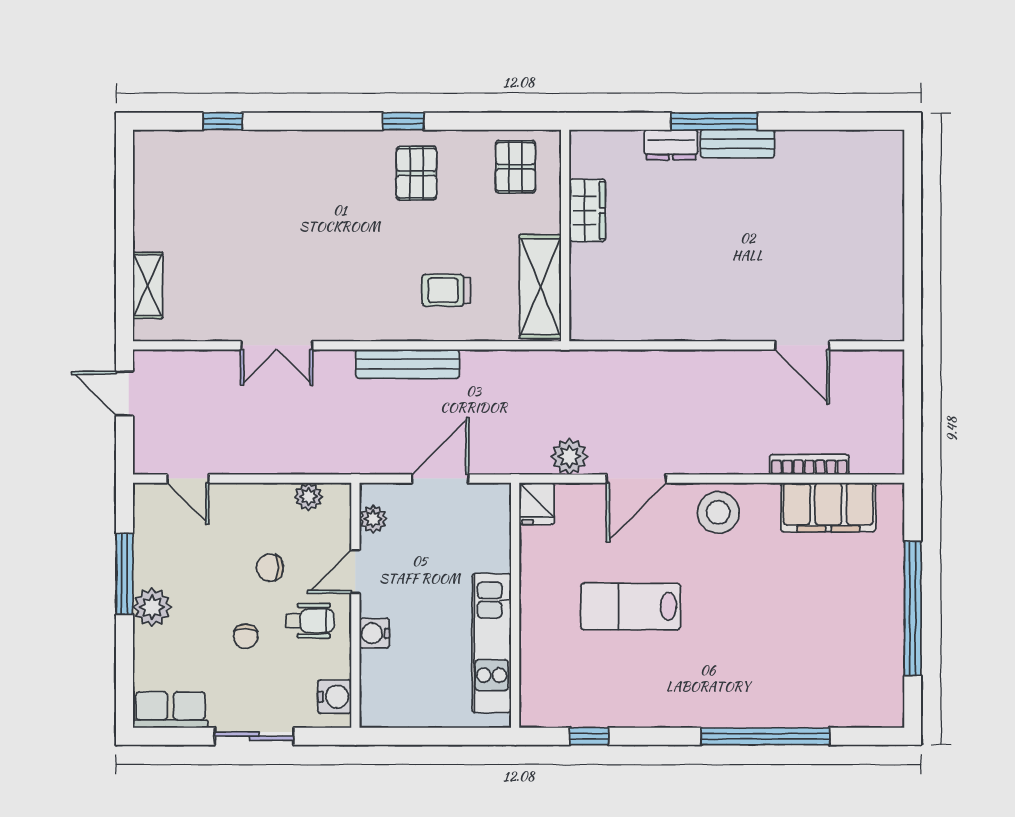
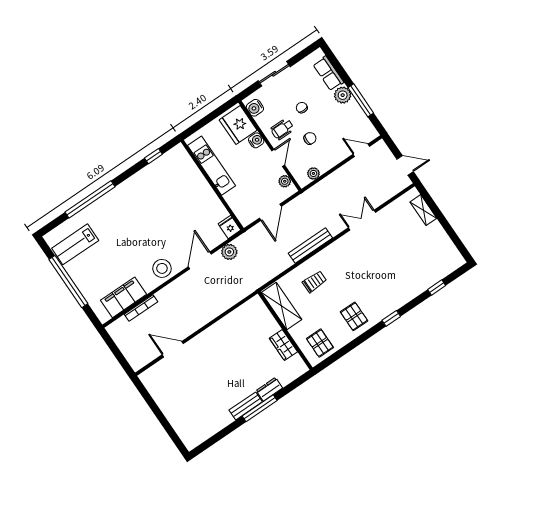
window: (403, 121) -> (391, 318), moved
lab bench: (631, 606) -> (75, 244), moved, turned 180
fridge: (389, 686) -> (238, 125), added
row of seats: (170, 710) -> (328, 73), moved, turned 90

